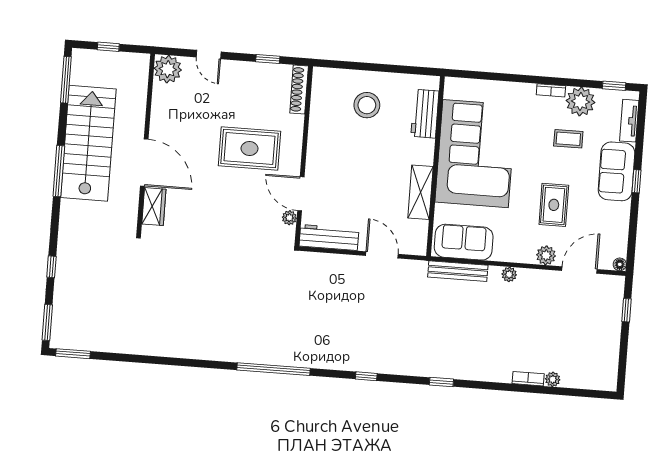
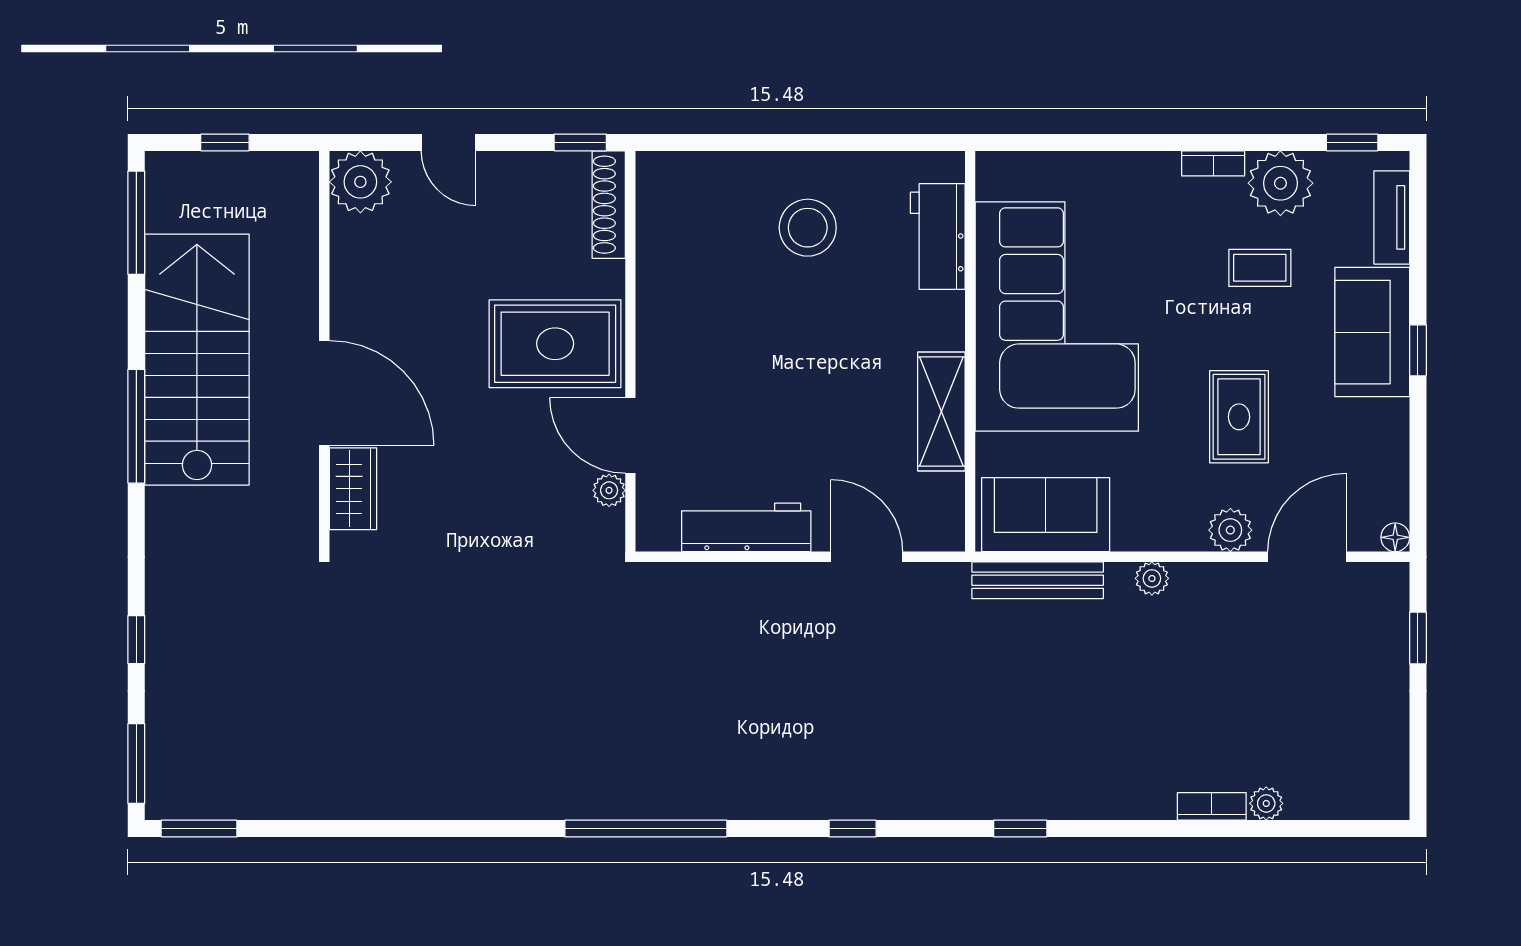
shoe rack: (299, 90) -> (609, 205), moved
wall: (304, 156) -> (630, 351), moved
door: (301, 194) -> (630, 435), moved
plant: (289, 218) -> (609, 490), moved

